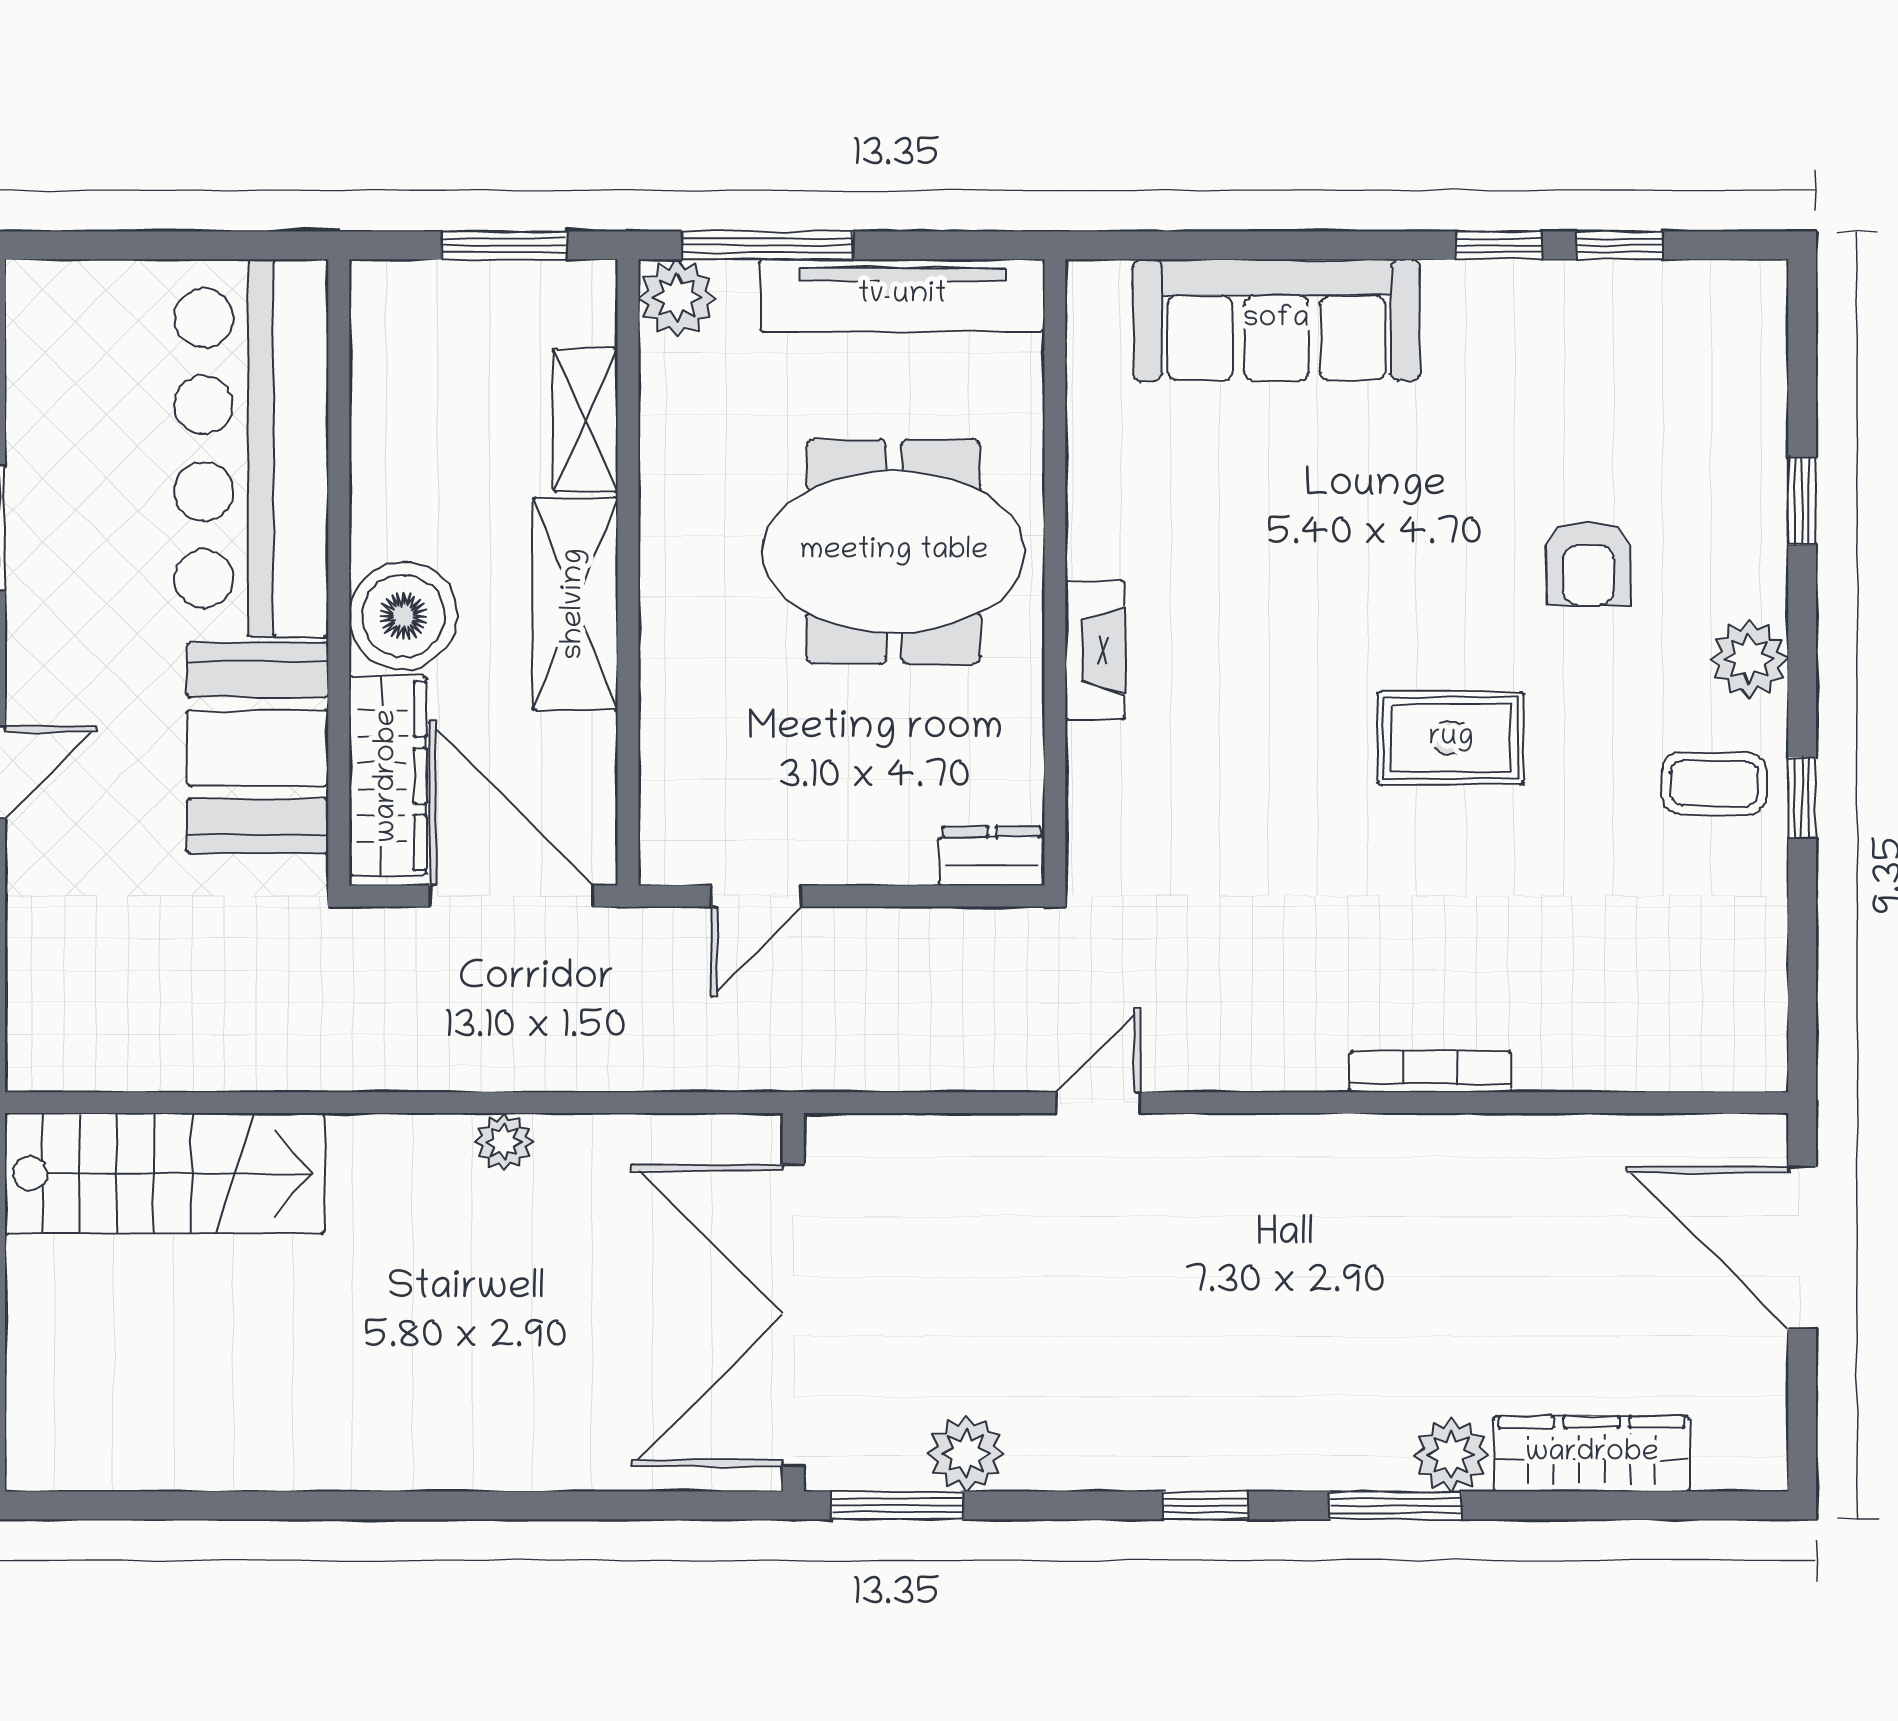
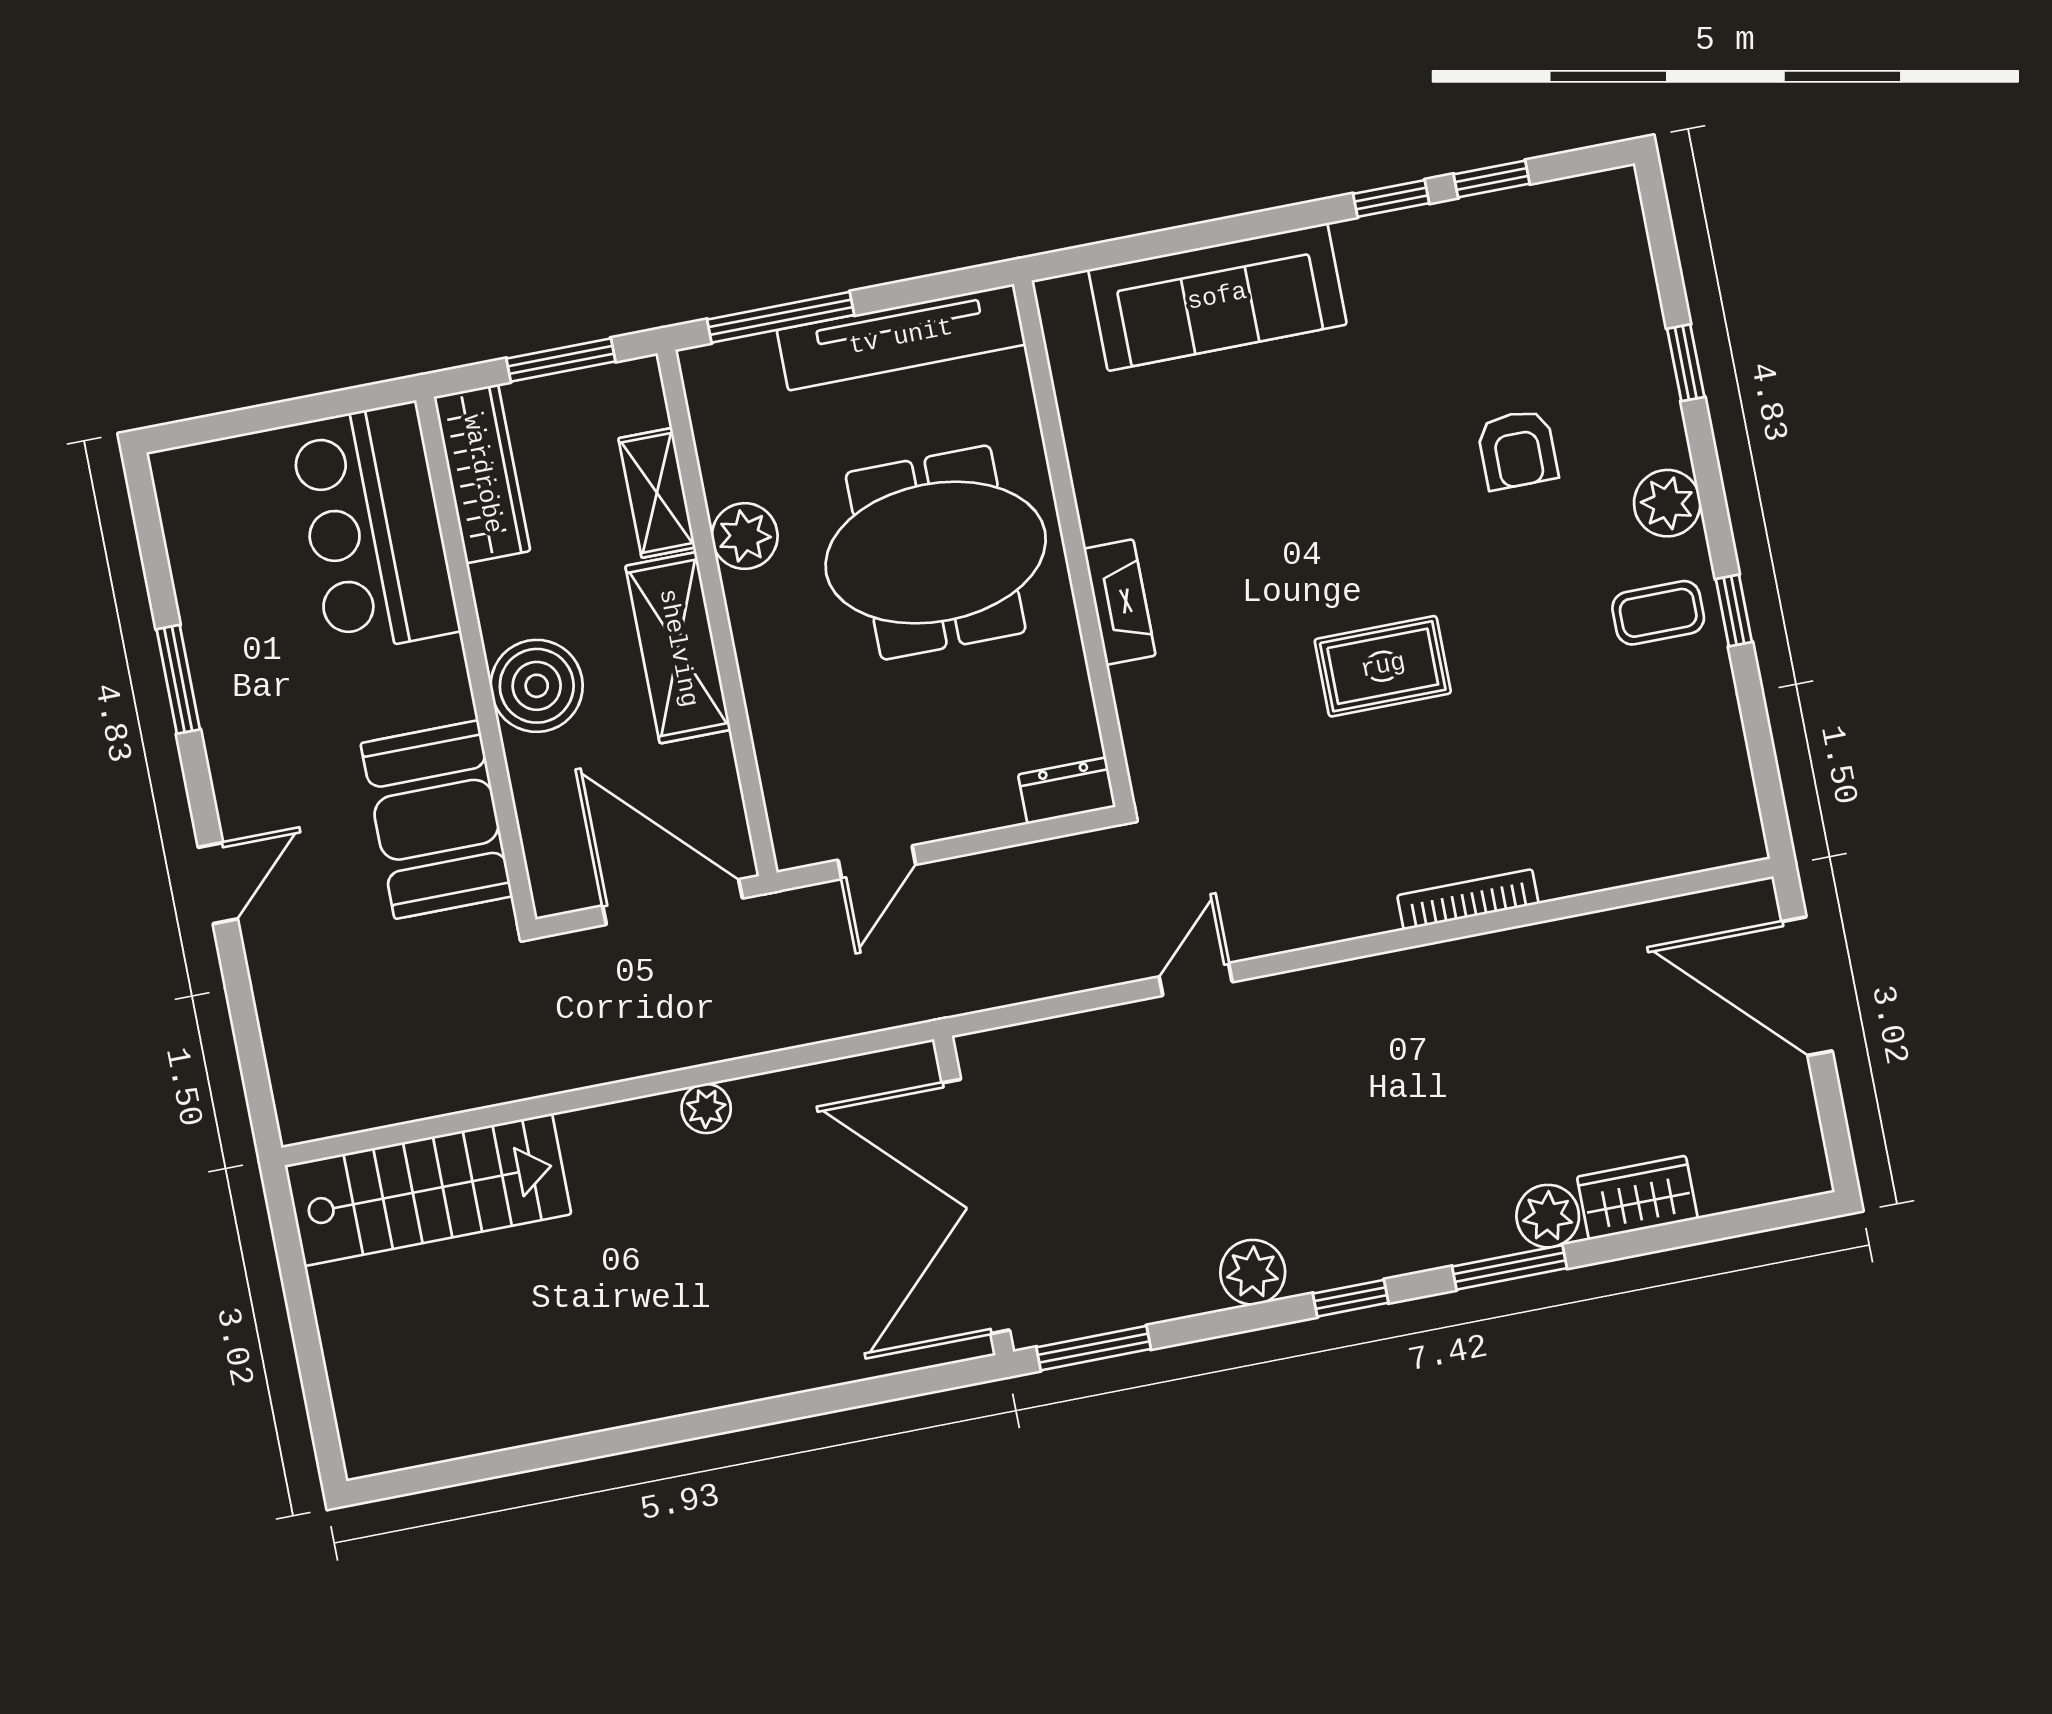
plant: (677, 298) -> (745, 536), moved
bar counter: (251, 448) -> (374, 528), width x0.73
rug: (1451, 738) -> (1383, 666), moved
wardrobe: (388, 776) -> (482, 474), moved
plant: (966, 1454) -> (1253, 1272), moved
wardrobe: (1592, 1454) -> (1637, 1198), width x0.67

